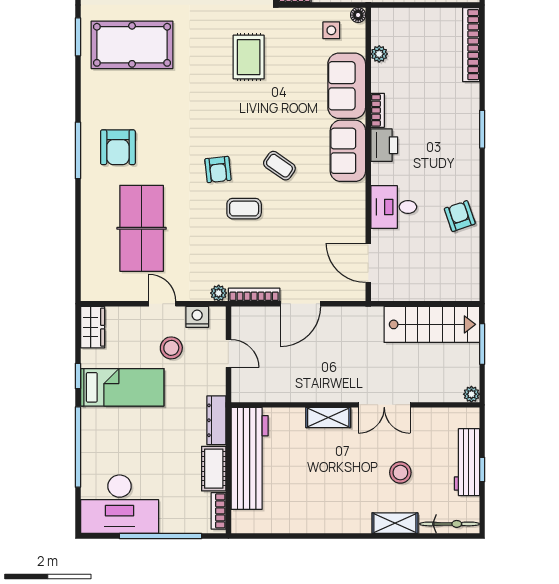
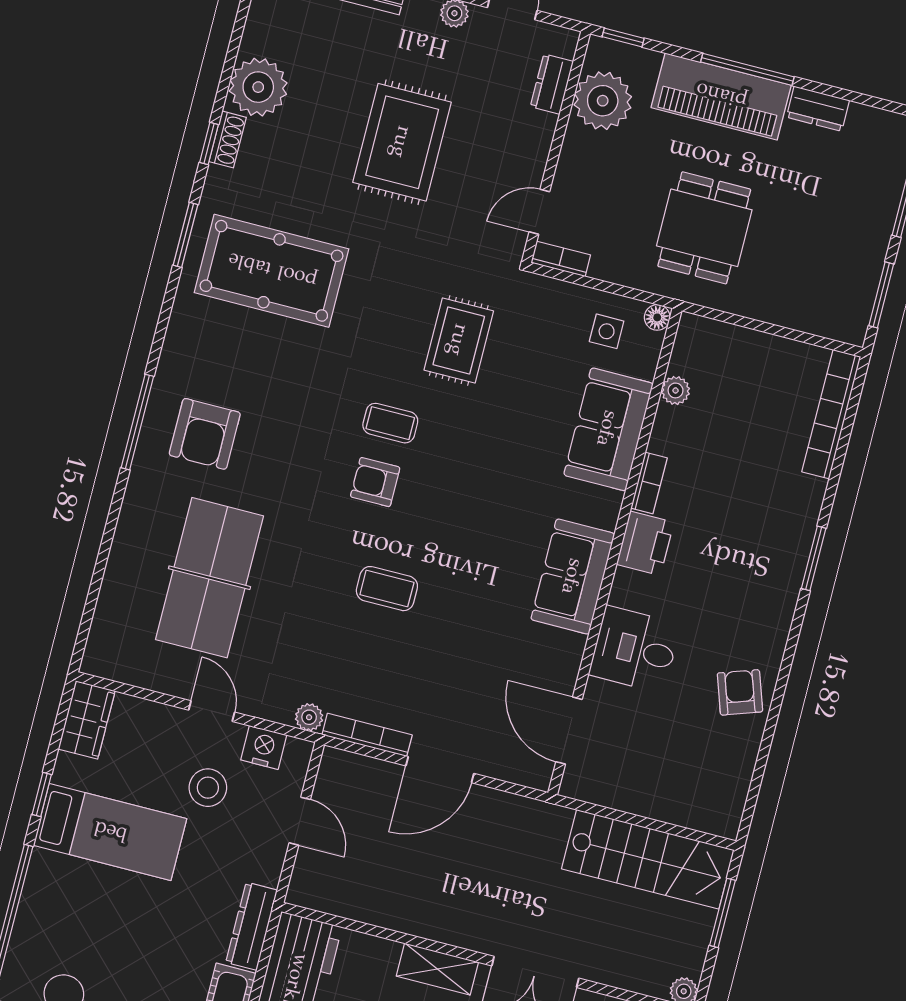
sofa: (348, 151) -> (573, 577), moved
coffee table: (279, 166) -> (390, 423), moved, turned -35
armchair: (218, 169) -> (375, 482), moved, turned 96

